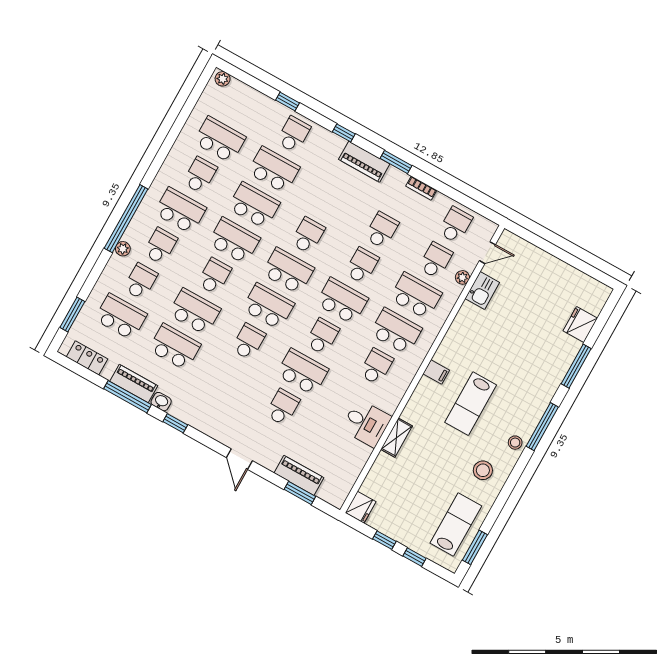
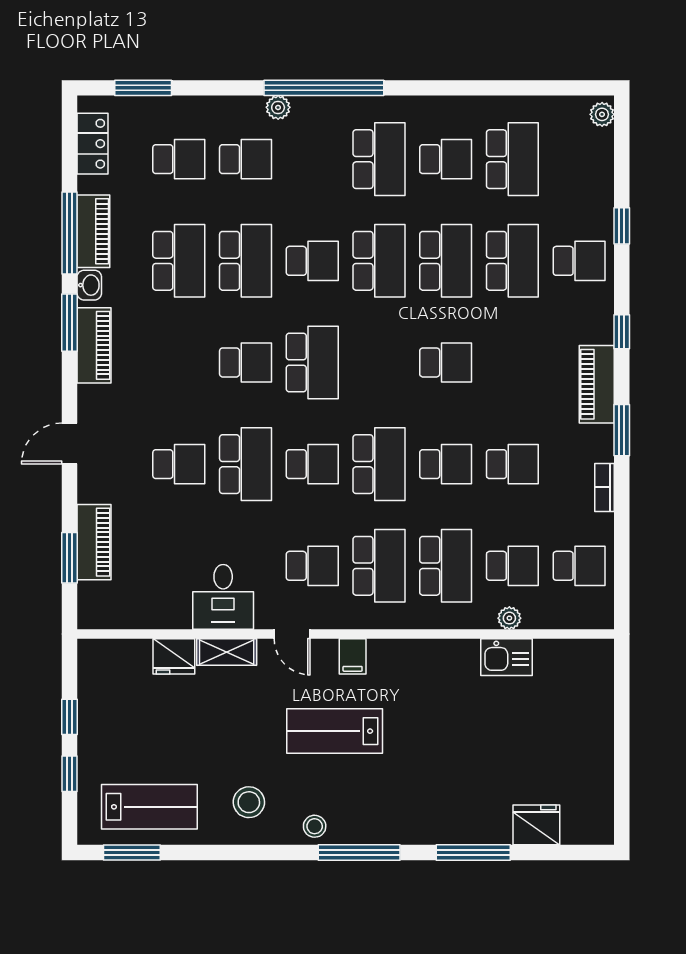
school desk: (160, 246) -> (312, 159), removed
door: (487, 253) -> (292, 634), moved
school desk: (288, 271) -> (379, 362), removed
school desk: (121, 317) -> (179, 159), width x0.54
piano: (194, 417) -> (94, 345), added
window: (175, 423) -> (70, 323), width x1.50
fridge: (361, 507) -> (174, 656), moved

